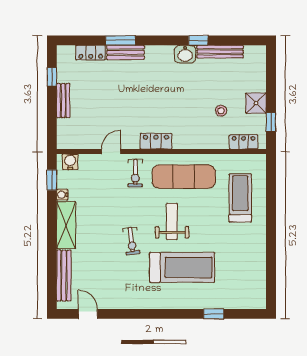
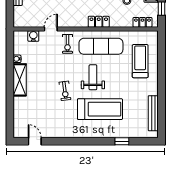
locker: (156, 141) -> (99, 22), moved
water cooler: (70, 162) -> (33, 36), moved
window: (52, 180) -> (10, 49), removed
bench: (64, 276) -> (153, 113), moved

